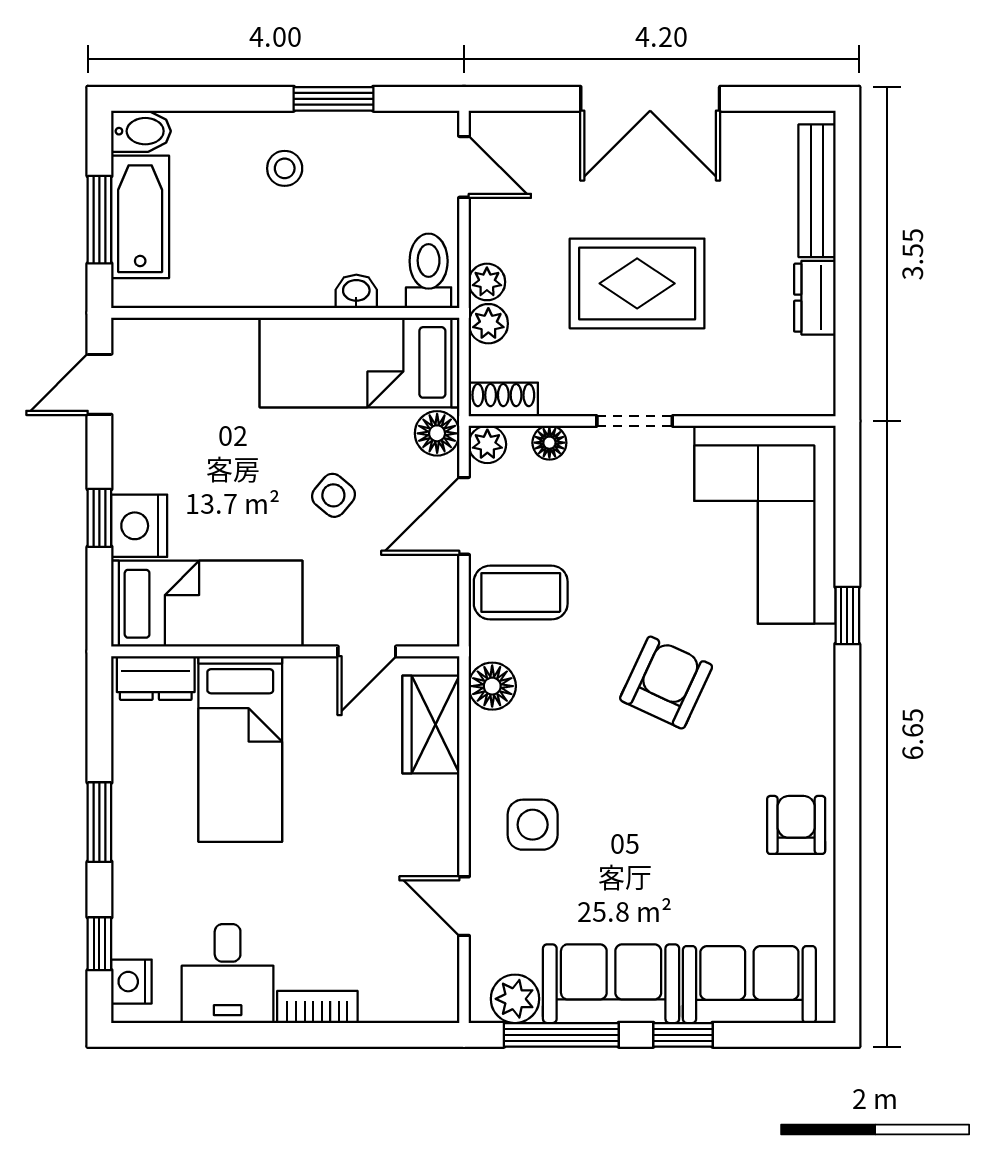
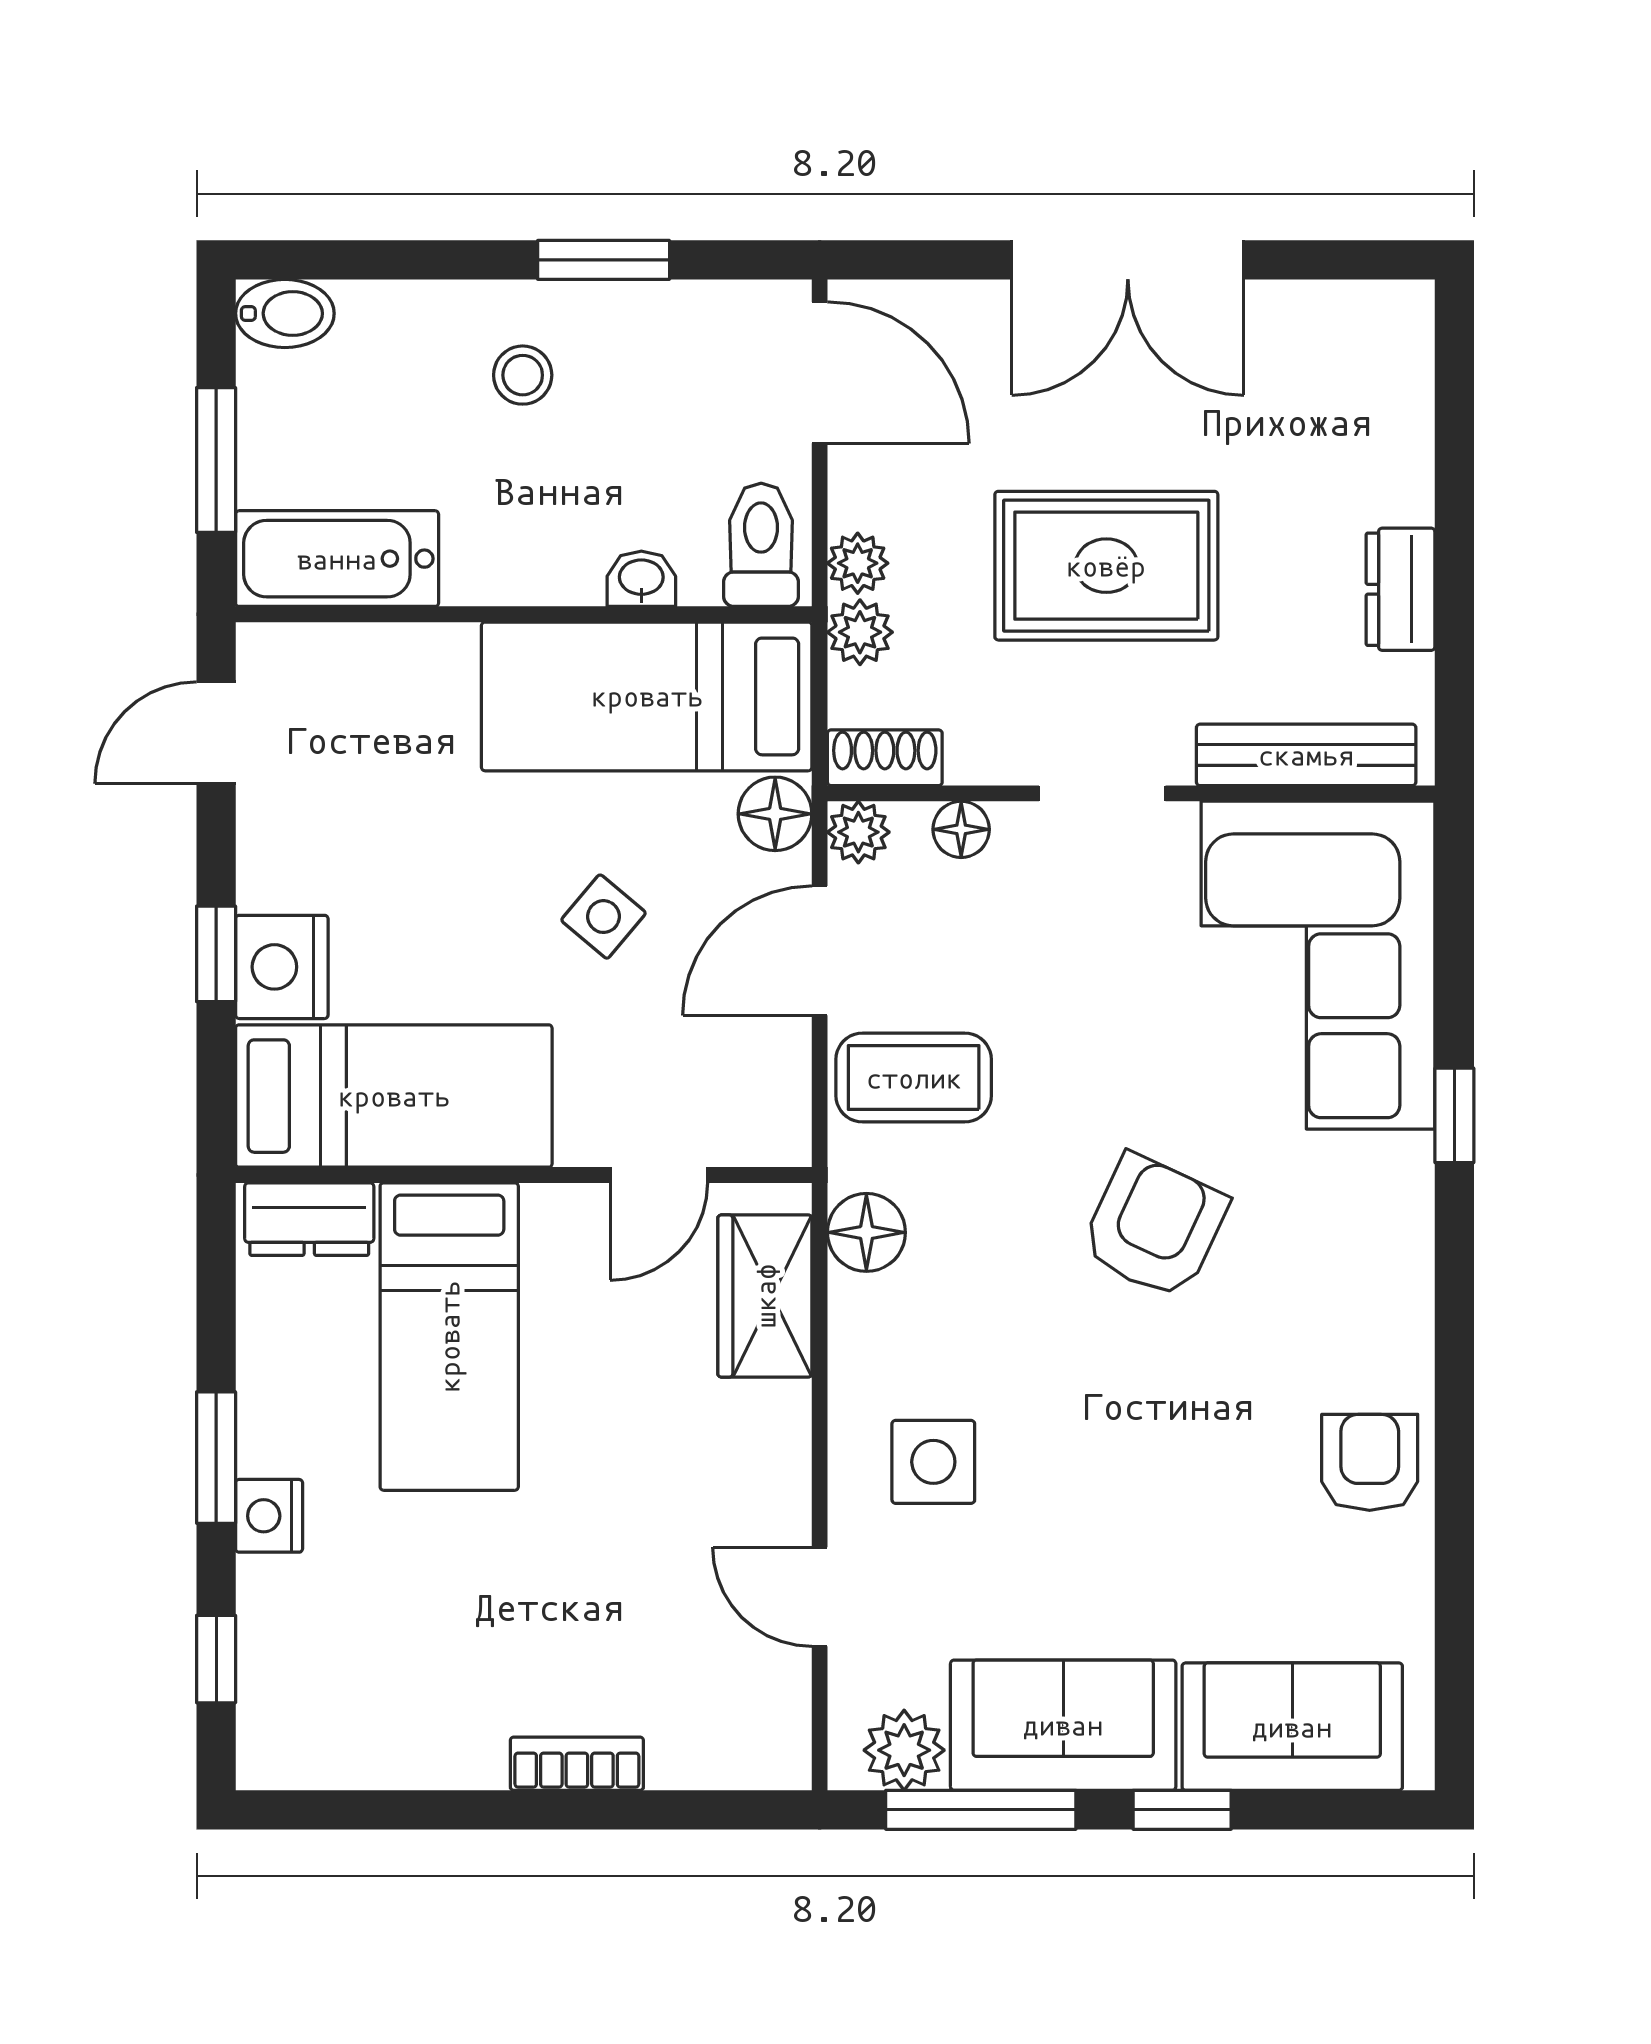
door: (464, 167) -> (820, 373), width x1.38
bench: (817, 191) -> (1306, 755), moved, turned 90
bathtub: (140, 217) -> (337, 559), moved, turned -90
desk: (228, 974) -> (428, 1708), removed
nightstand: (131, 982) -> (269, 1516), moved

